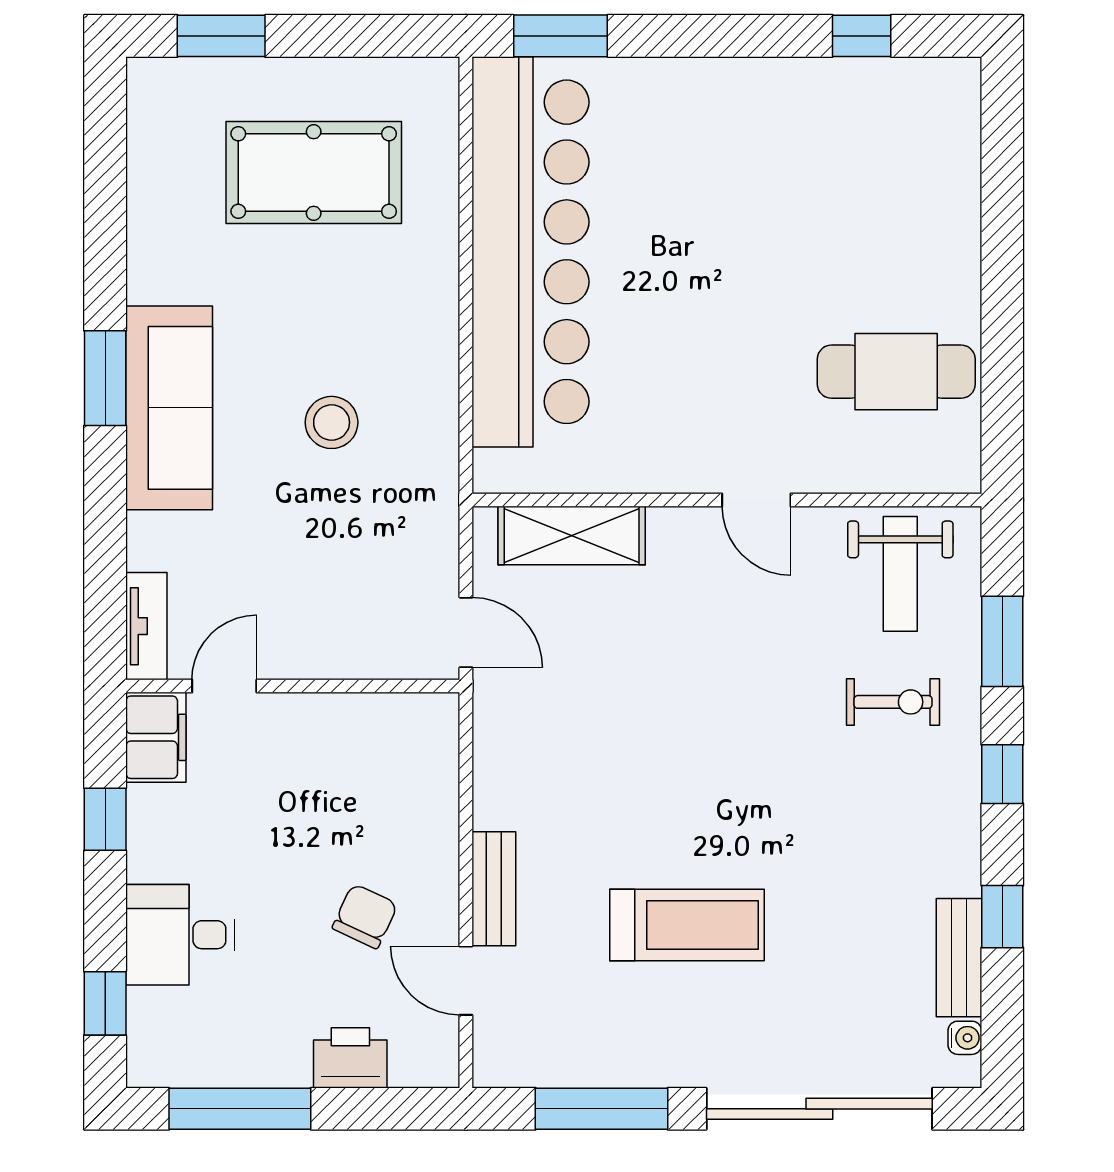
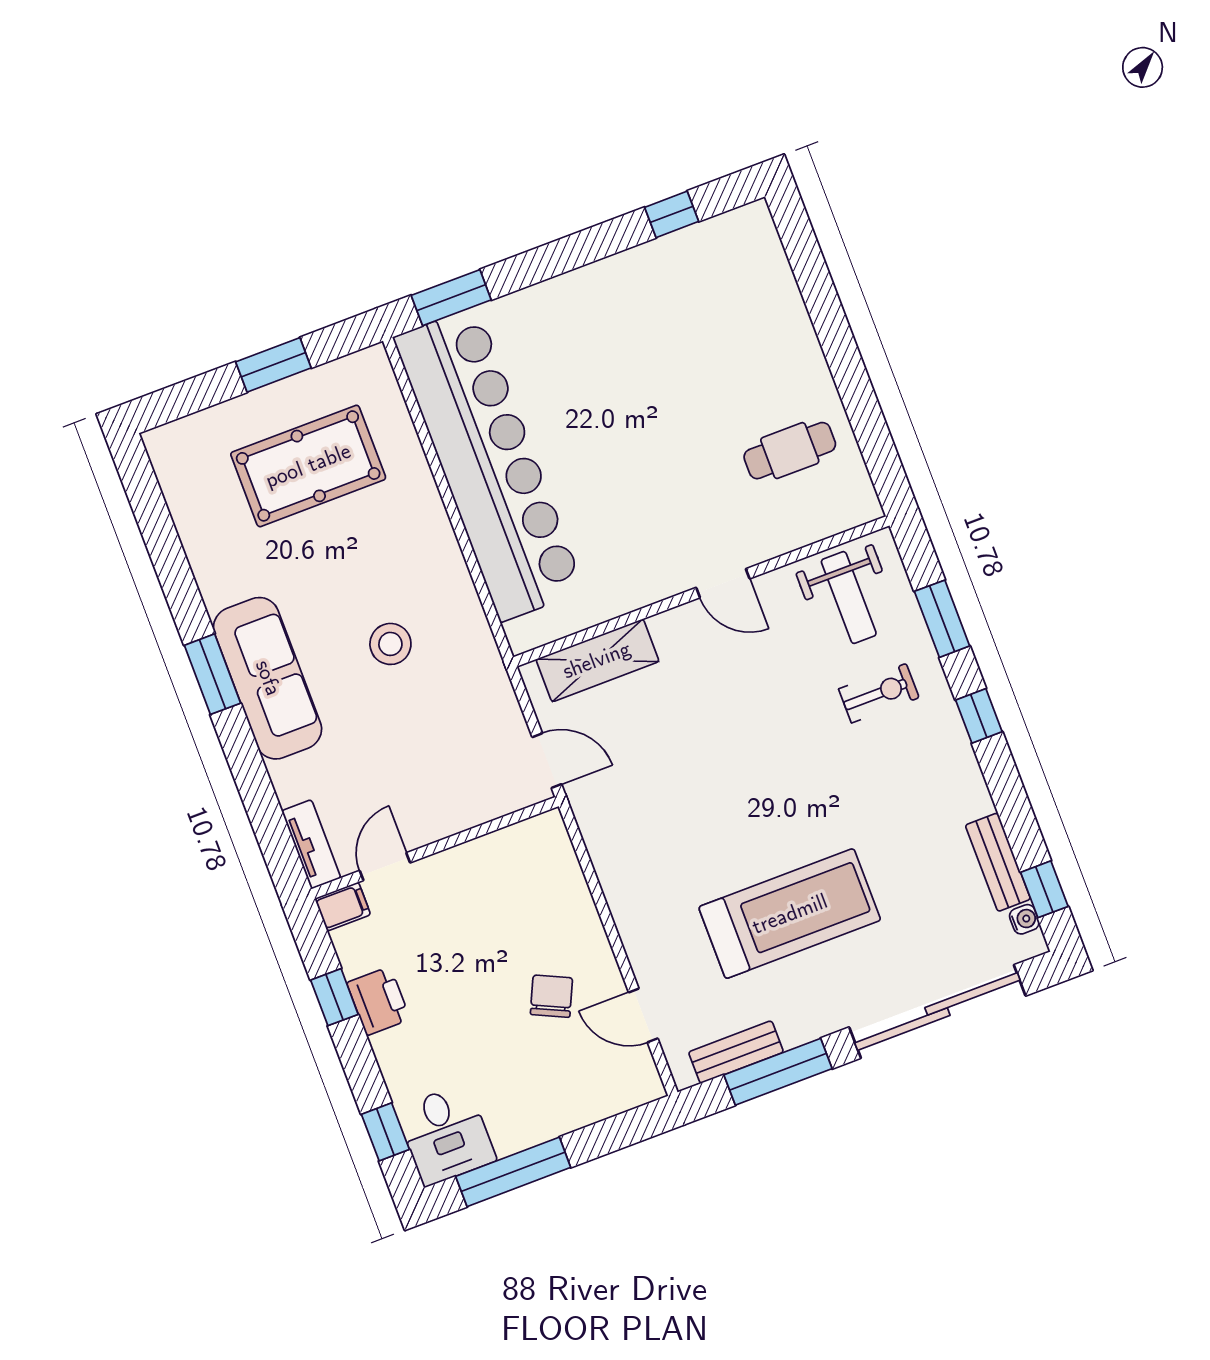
window: (221, 36) -> (273, 365), moved
cafe table: (896, 372) -> (790, 451), width x0.73, depth x0.74
filing cabinet: (156, 737) -> (343, 907), width x0.50
bench: (494, 889) -> (736, 1052), moved, turned 90
window: (1002, 917) -> (1044, 889), moved
treadmill: (687, 925) -> (790, 914), width x1.37, depth x1.38
desk: (180, 935) -> (446, 1135), moved, turned -90
printer: (350, 1058) -> (378, 1001), moved, turned 90

